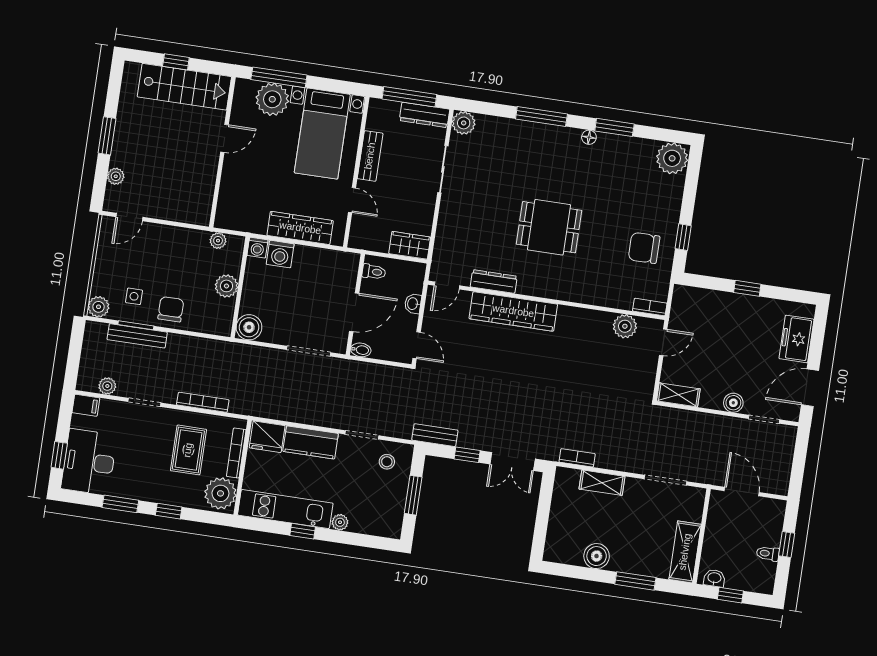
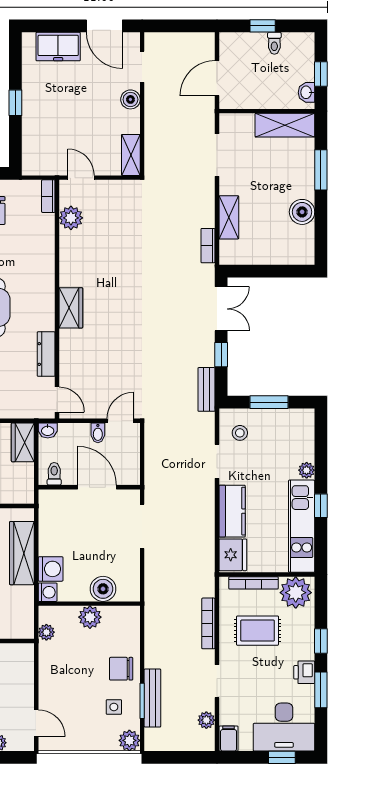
washbasin: (413, 304) -> (48, 430), moved
wardrobe: (513, 311) -> (71, 308), width x0.48, depth x0.85
boiler: (249, 327) -> (103, 589), moved
bidet: (361, 350) -> (98, 433), moved, turned 180
printer: (140, 490) -> (304, 672), added

